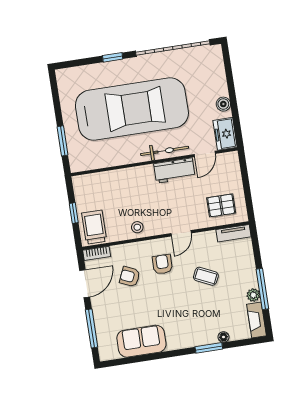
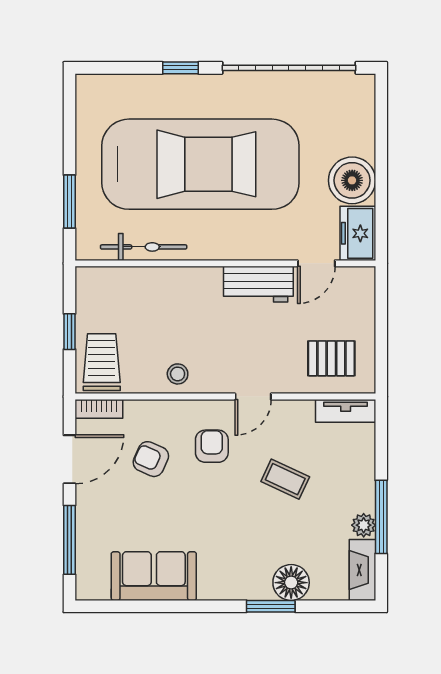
boiler: (223, 104) -> (352, 180), width x1.86, depth x1.86
bicycle: (165, 151) -> (144, 247), moved
floor lamp: (223, 337) -> (291, 583), width x1.89, depth x1.89

